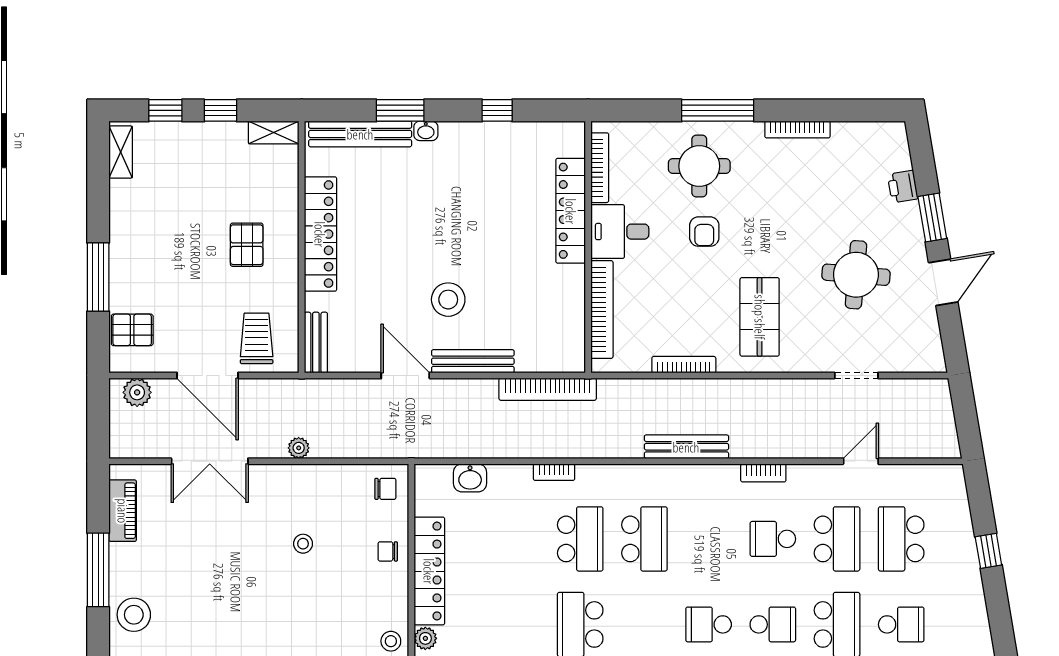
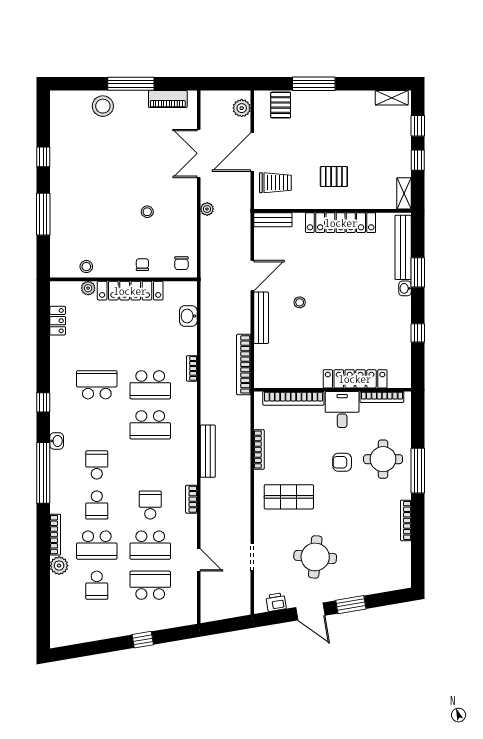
printer: (903, 187) -> (276, 602), moved
stool: (448, 300) -> (300, 302), width x0.53, depth x0.53

